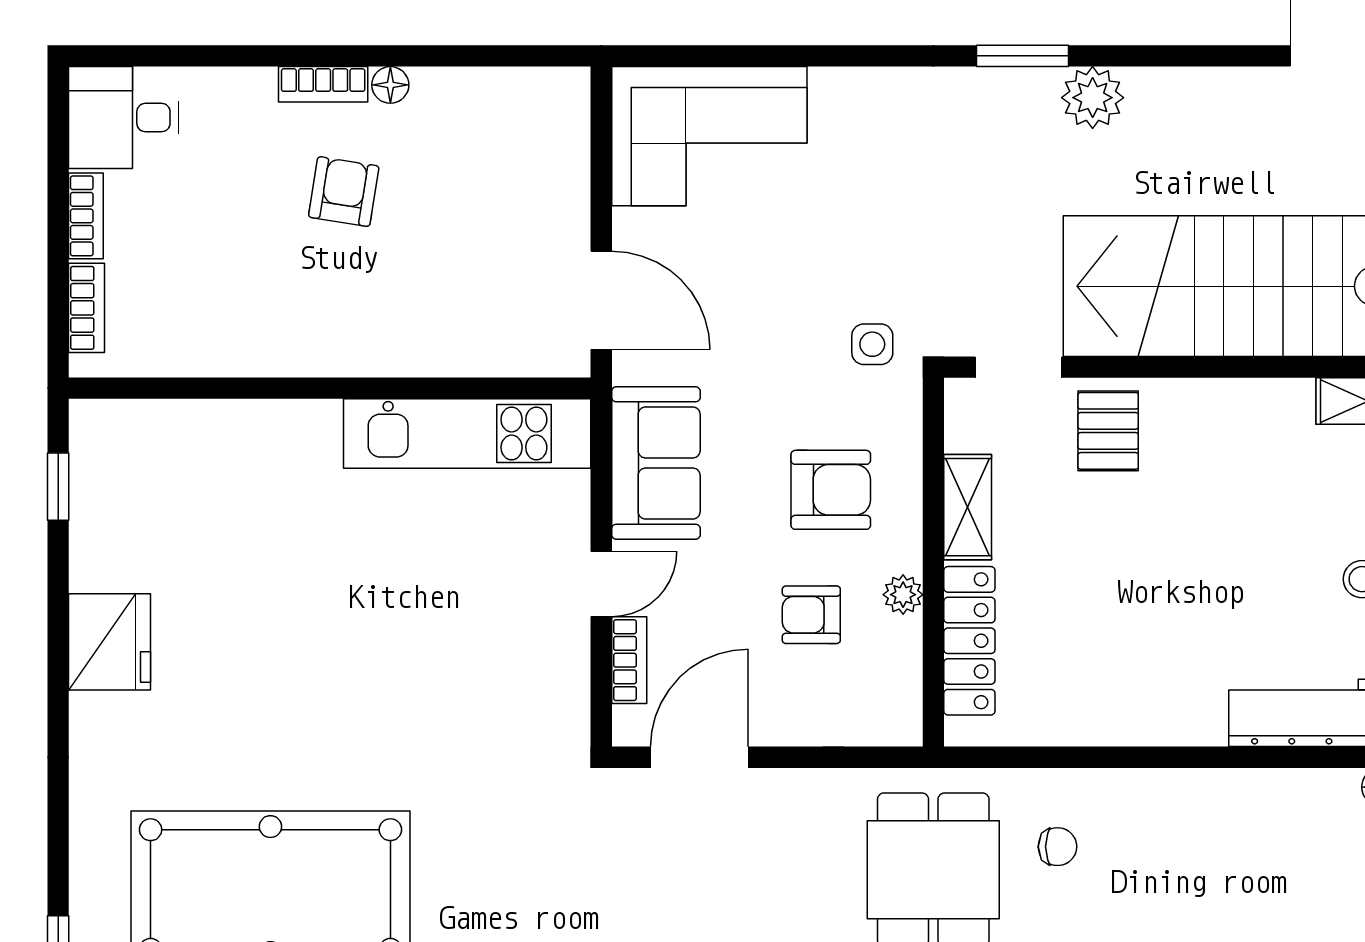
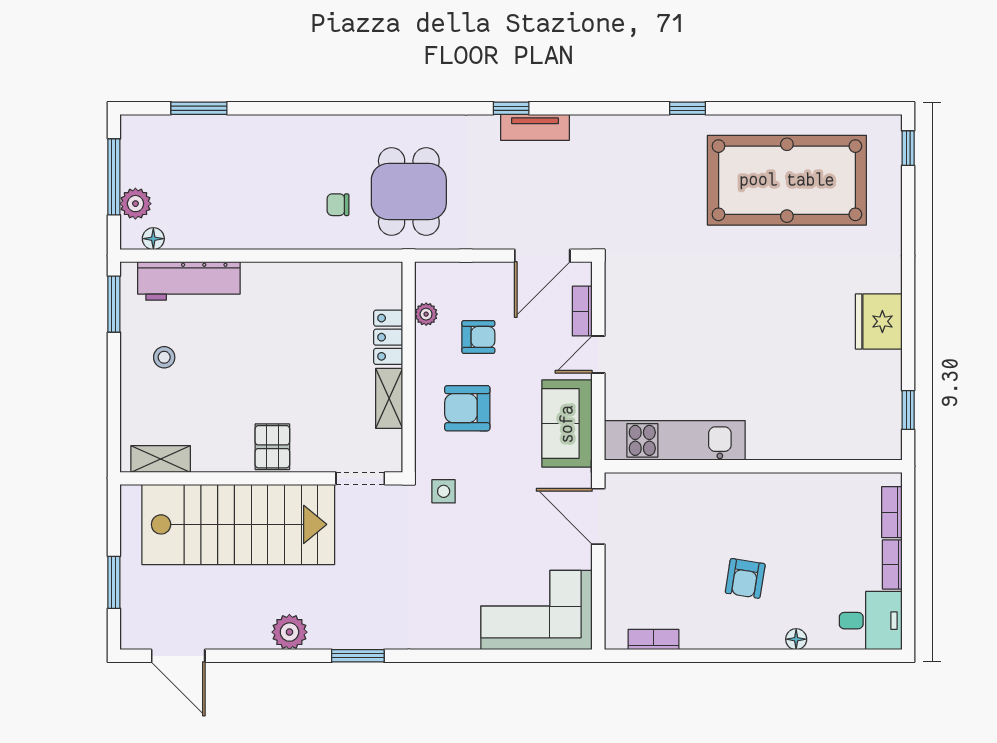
bookcase: (323, 84) -> (653, 640), moved
floor lamp: (390, 85) -> (796, 639), moved
plant: (1093, 98) -> (289, 632), moved
pallet: (1108, 431) -> (272, 447), moved
plant: (903, 595) -> (426, 314), moved
locker: (969, 641) -> (388, 337), width x0.66

